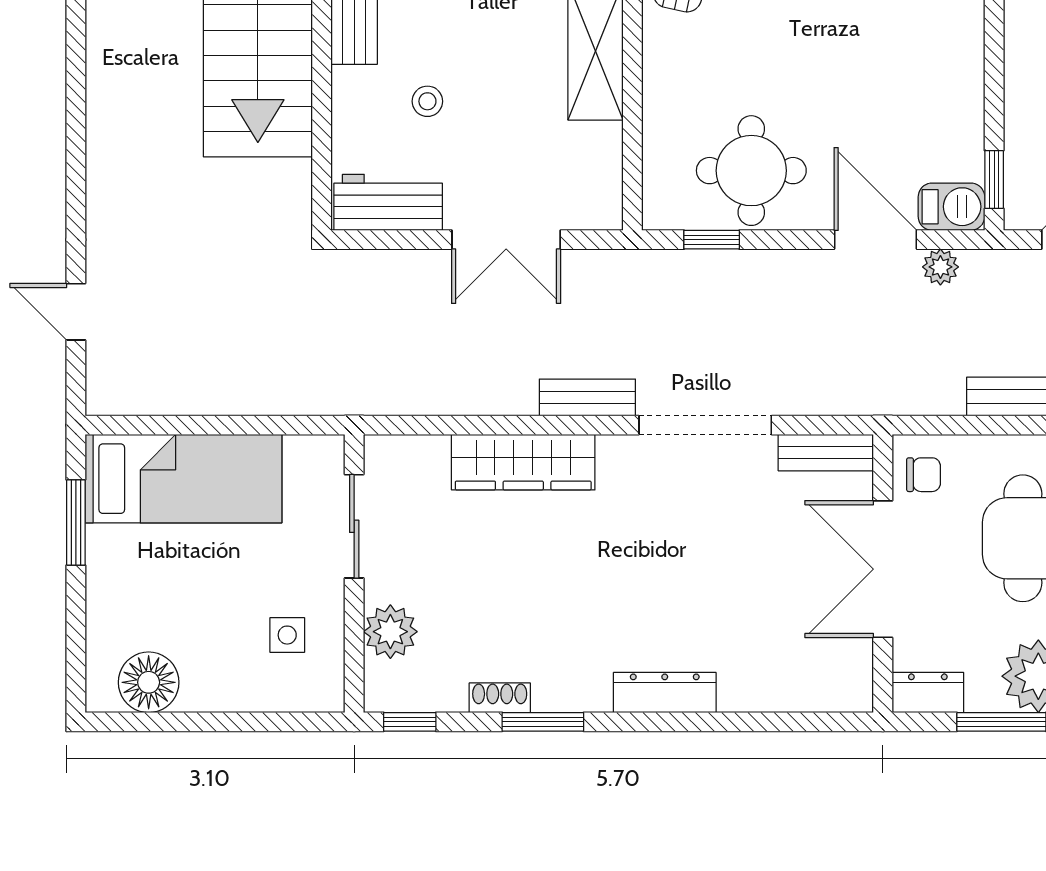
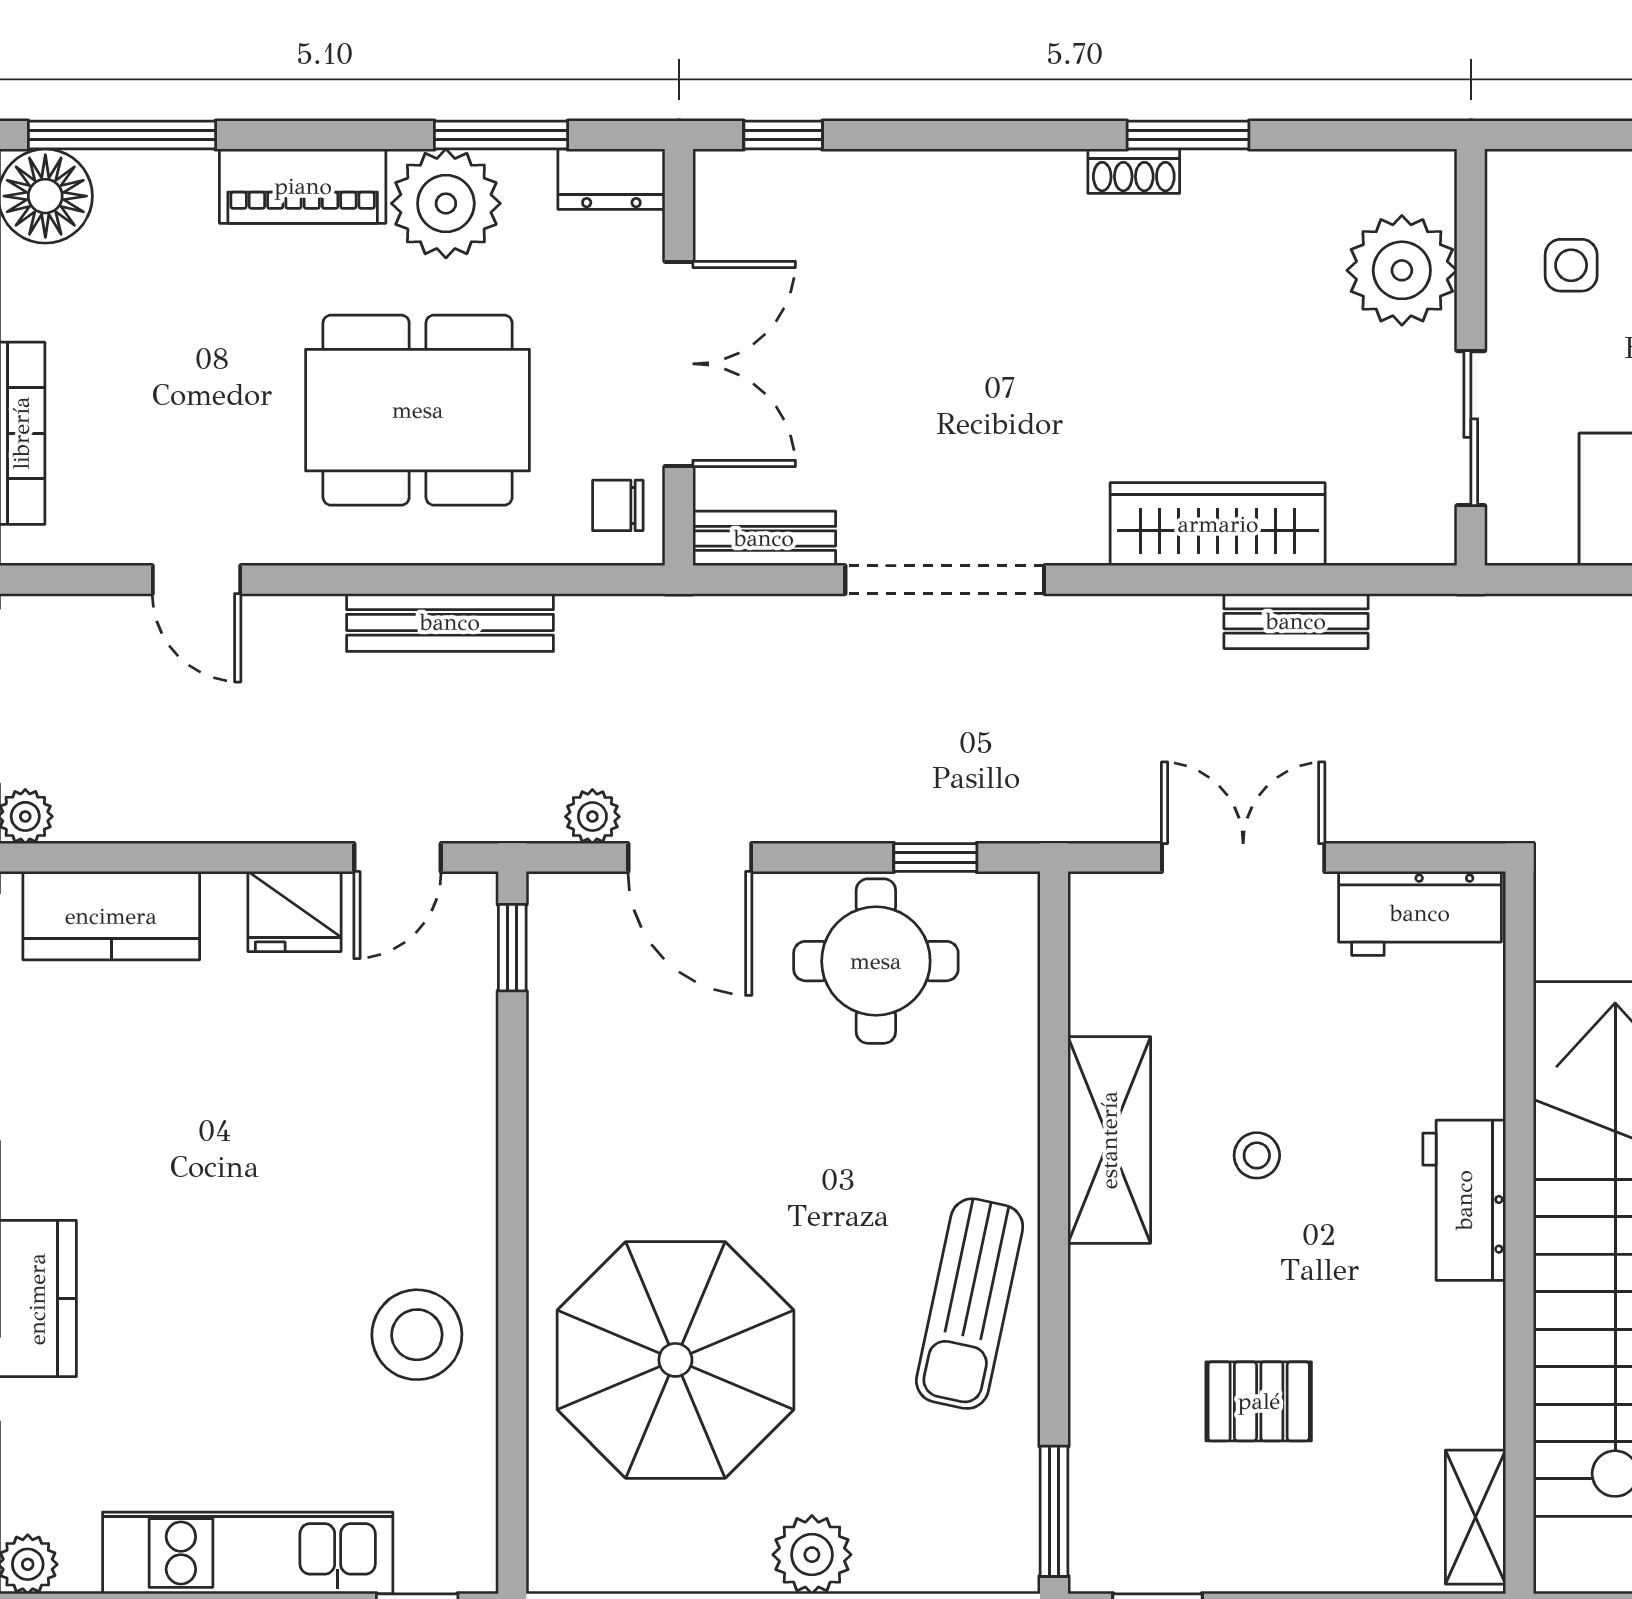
stool: (427, 101) -> (1257, 1155), moved
barbecue: (951, 207) -> (576, 907), removed
bench: (587, 397) -> (1296, 621), moved
plant: (390, 632) -> (1402, 270), width x1.36, depth x1.36
dresser: (665, 693) -> (1006, 179), removed
shoe rack: (500, 698) -> (1134, 171), moved
window: (410, 722) -> (783, 135), moved

